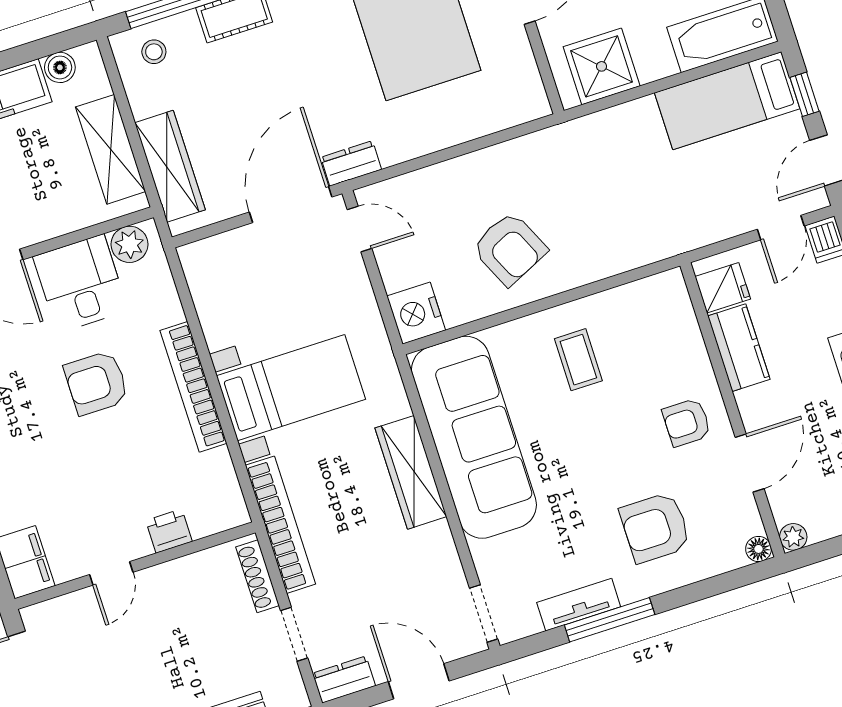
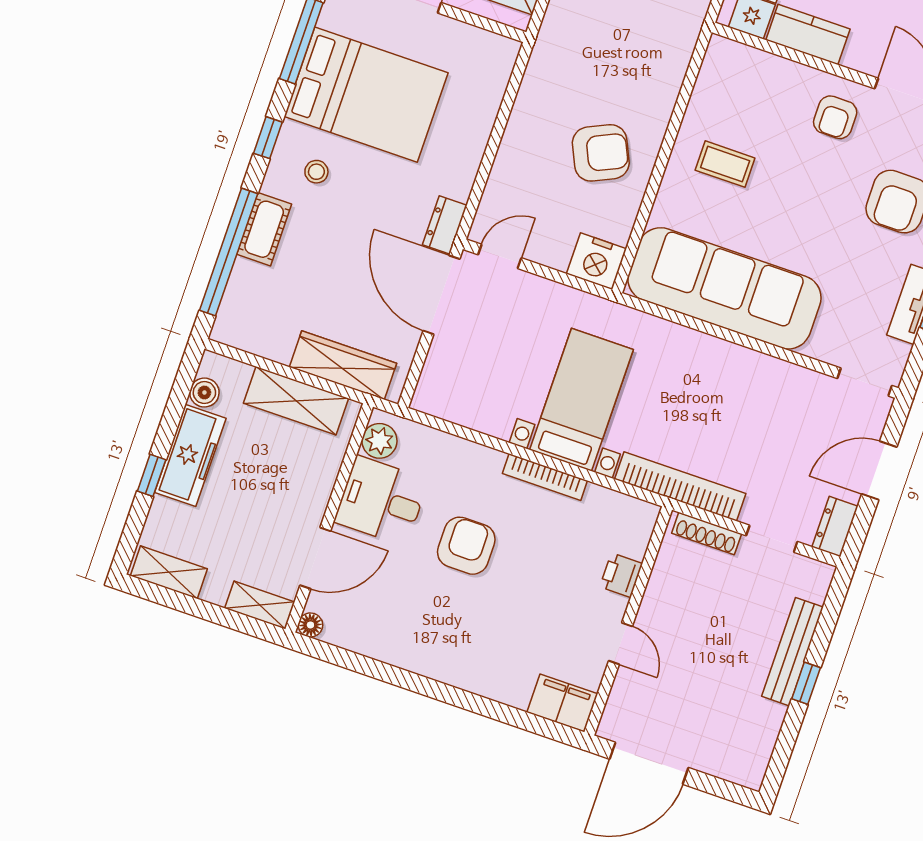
stool: (154, 52) -> (316, 172), moved
armchair: (96, 383) -> (466, 546), turned 180
bookcase: (193, 387) -> (545, 477), width x0.68, depth x0.76
wardrobe: (411, 472) -> (715, 357), removed

